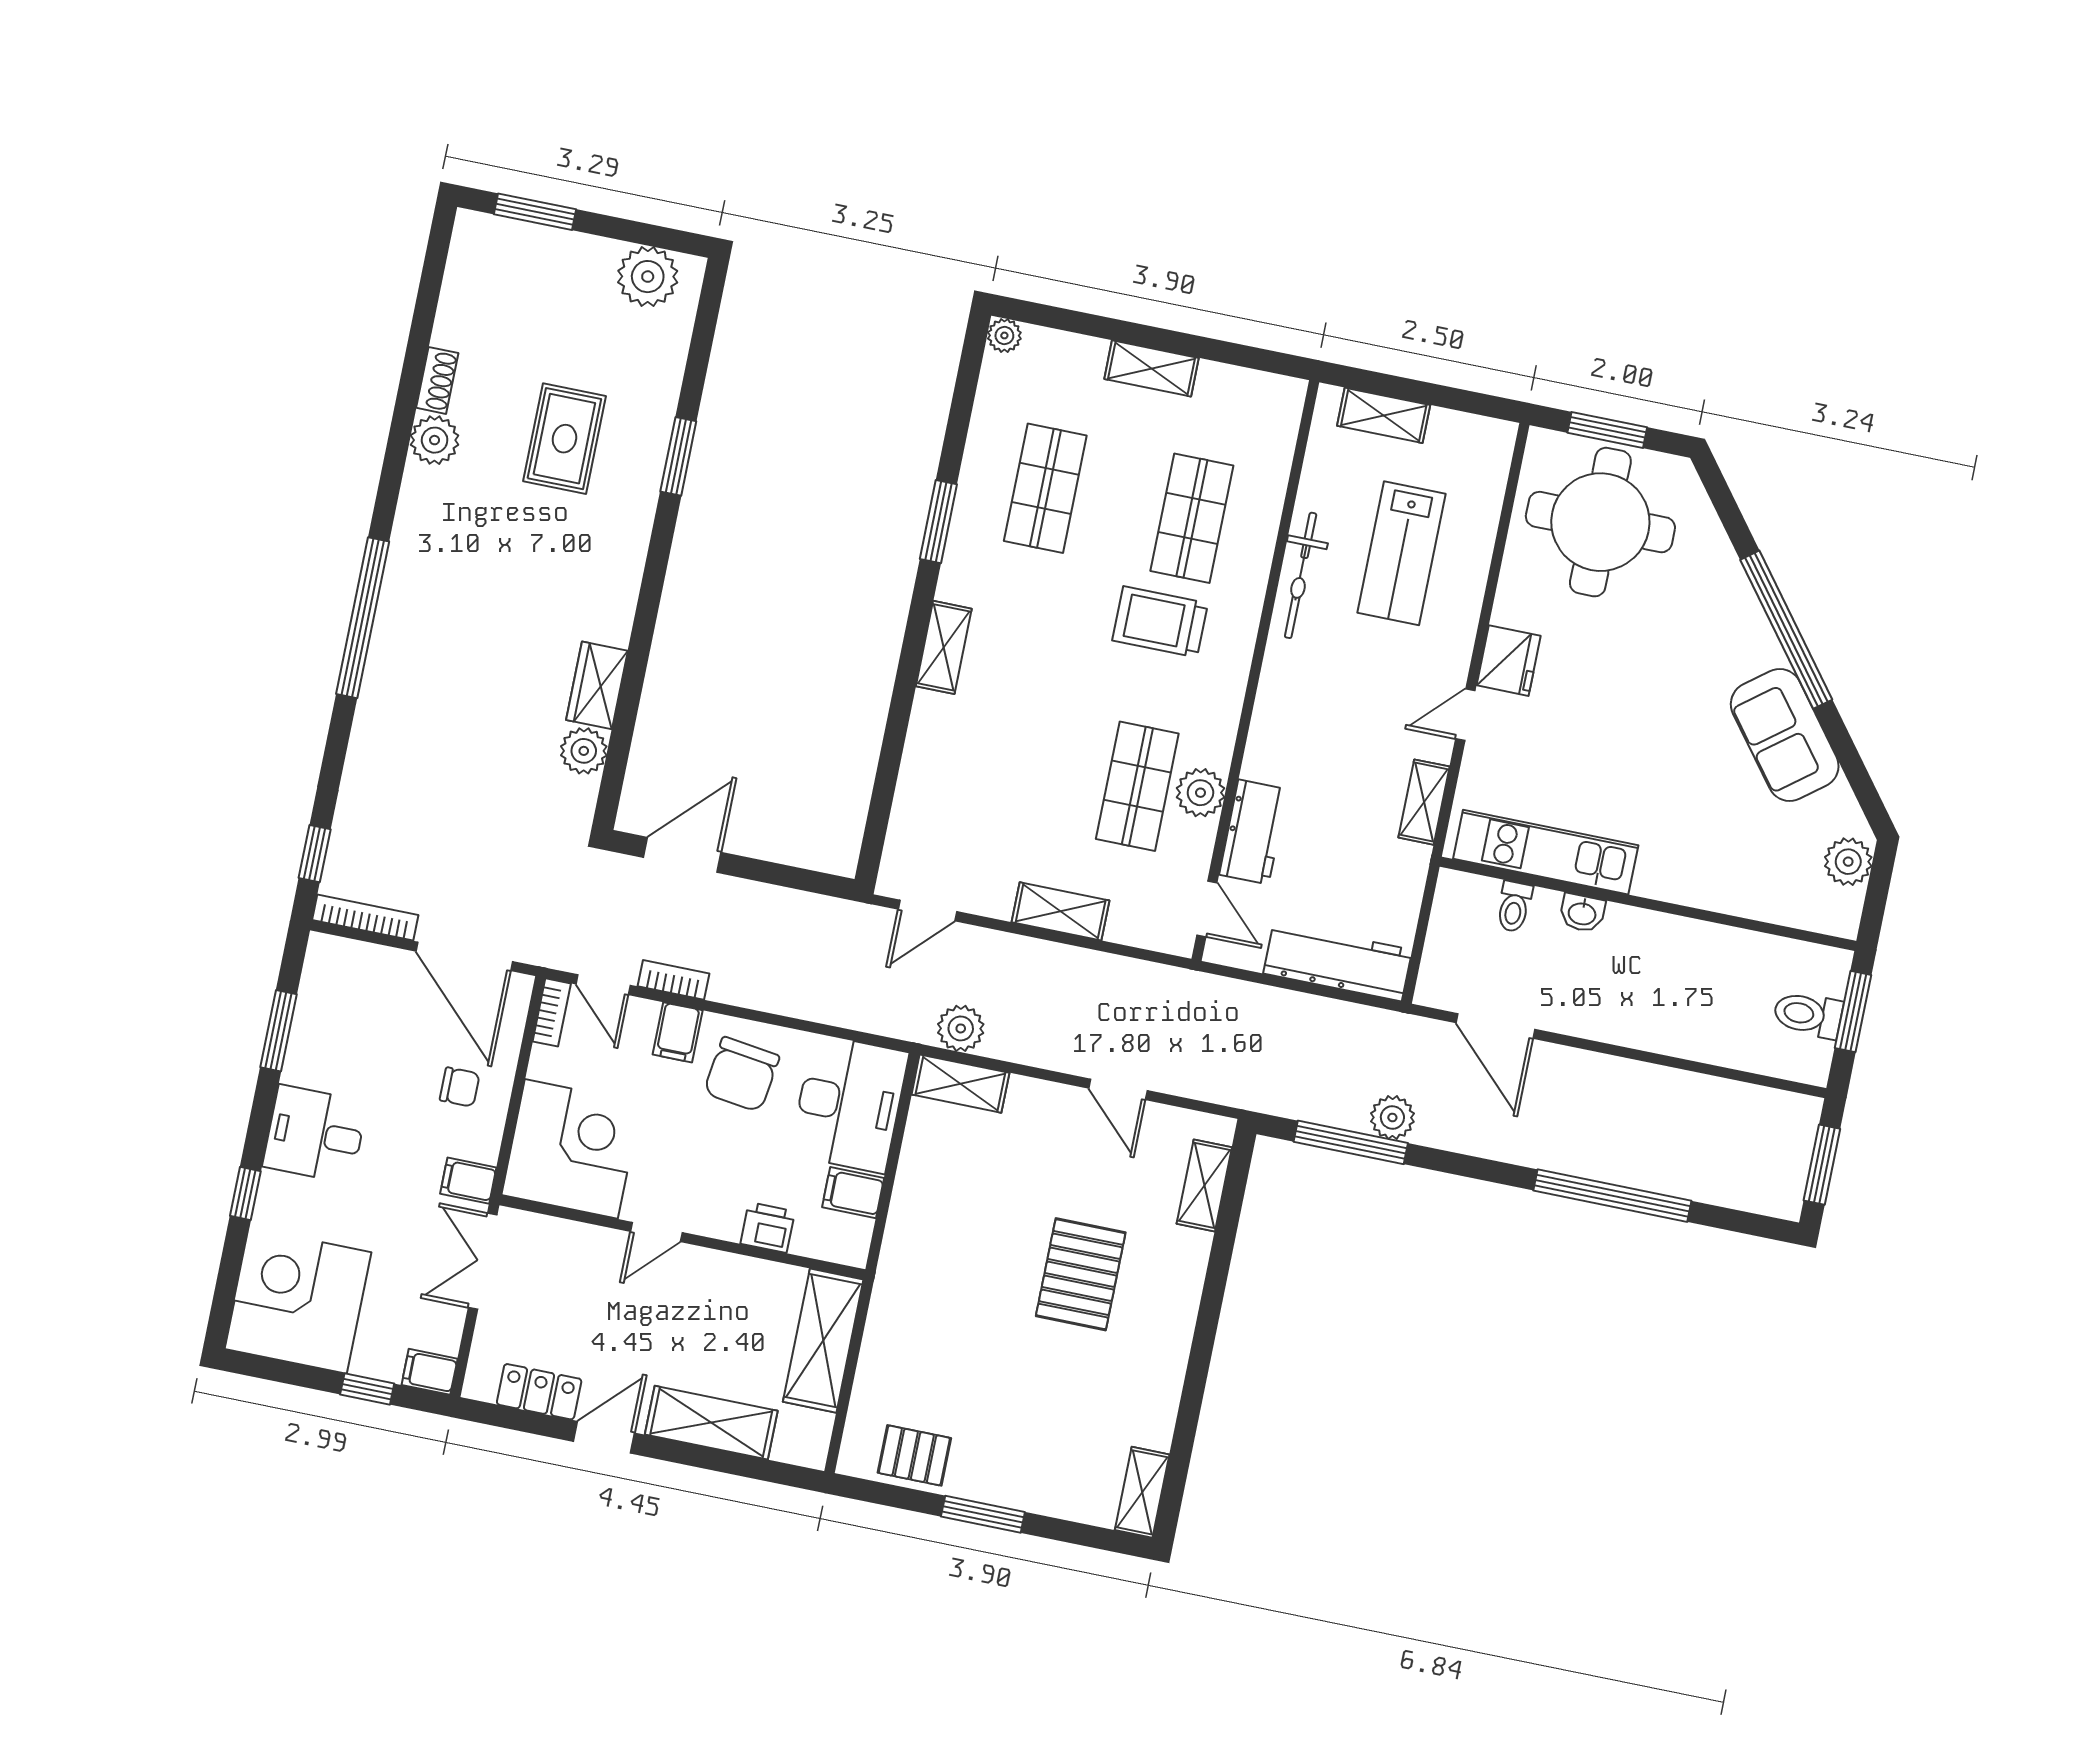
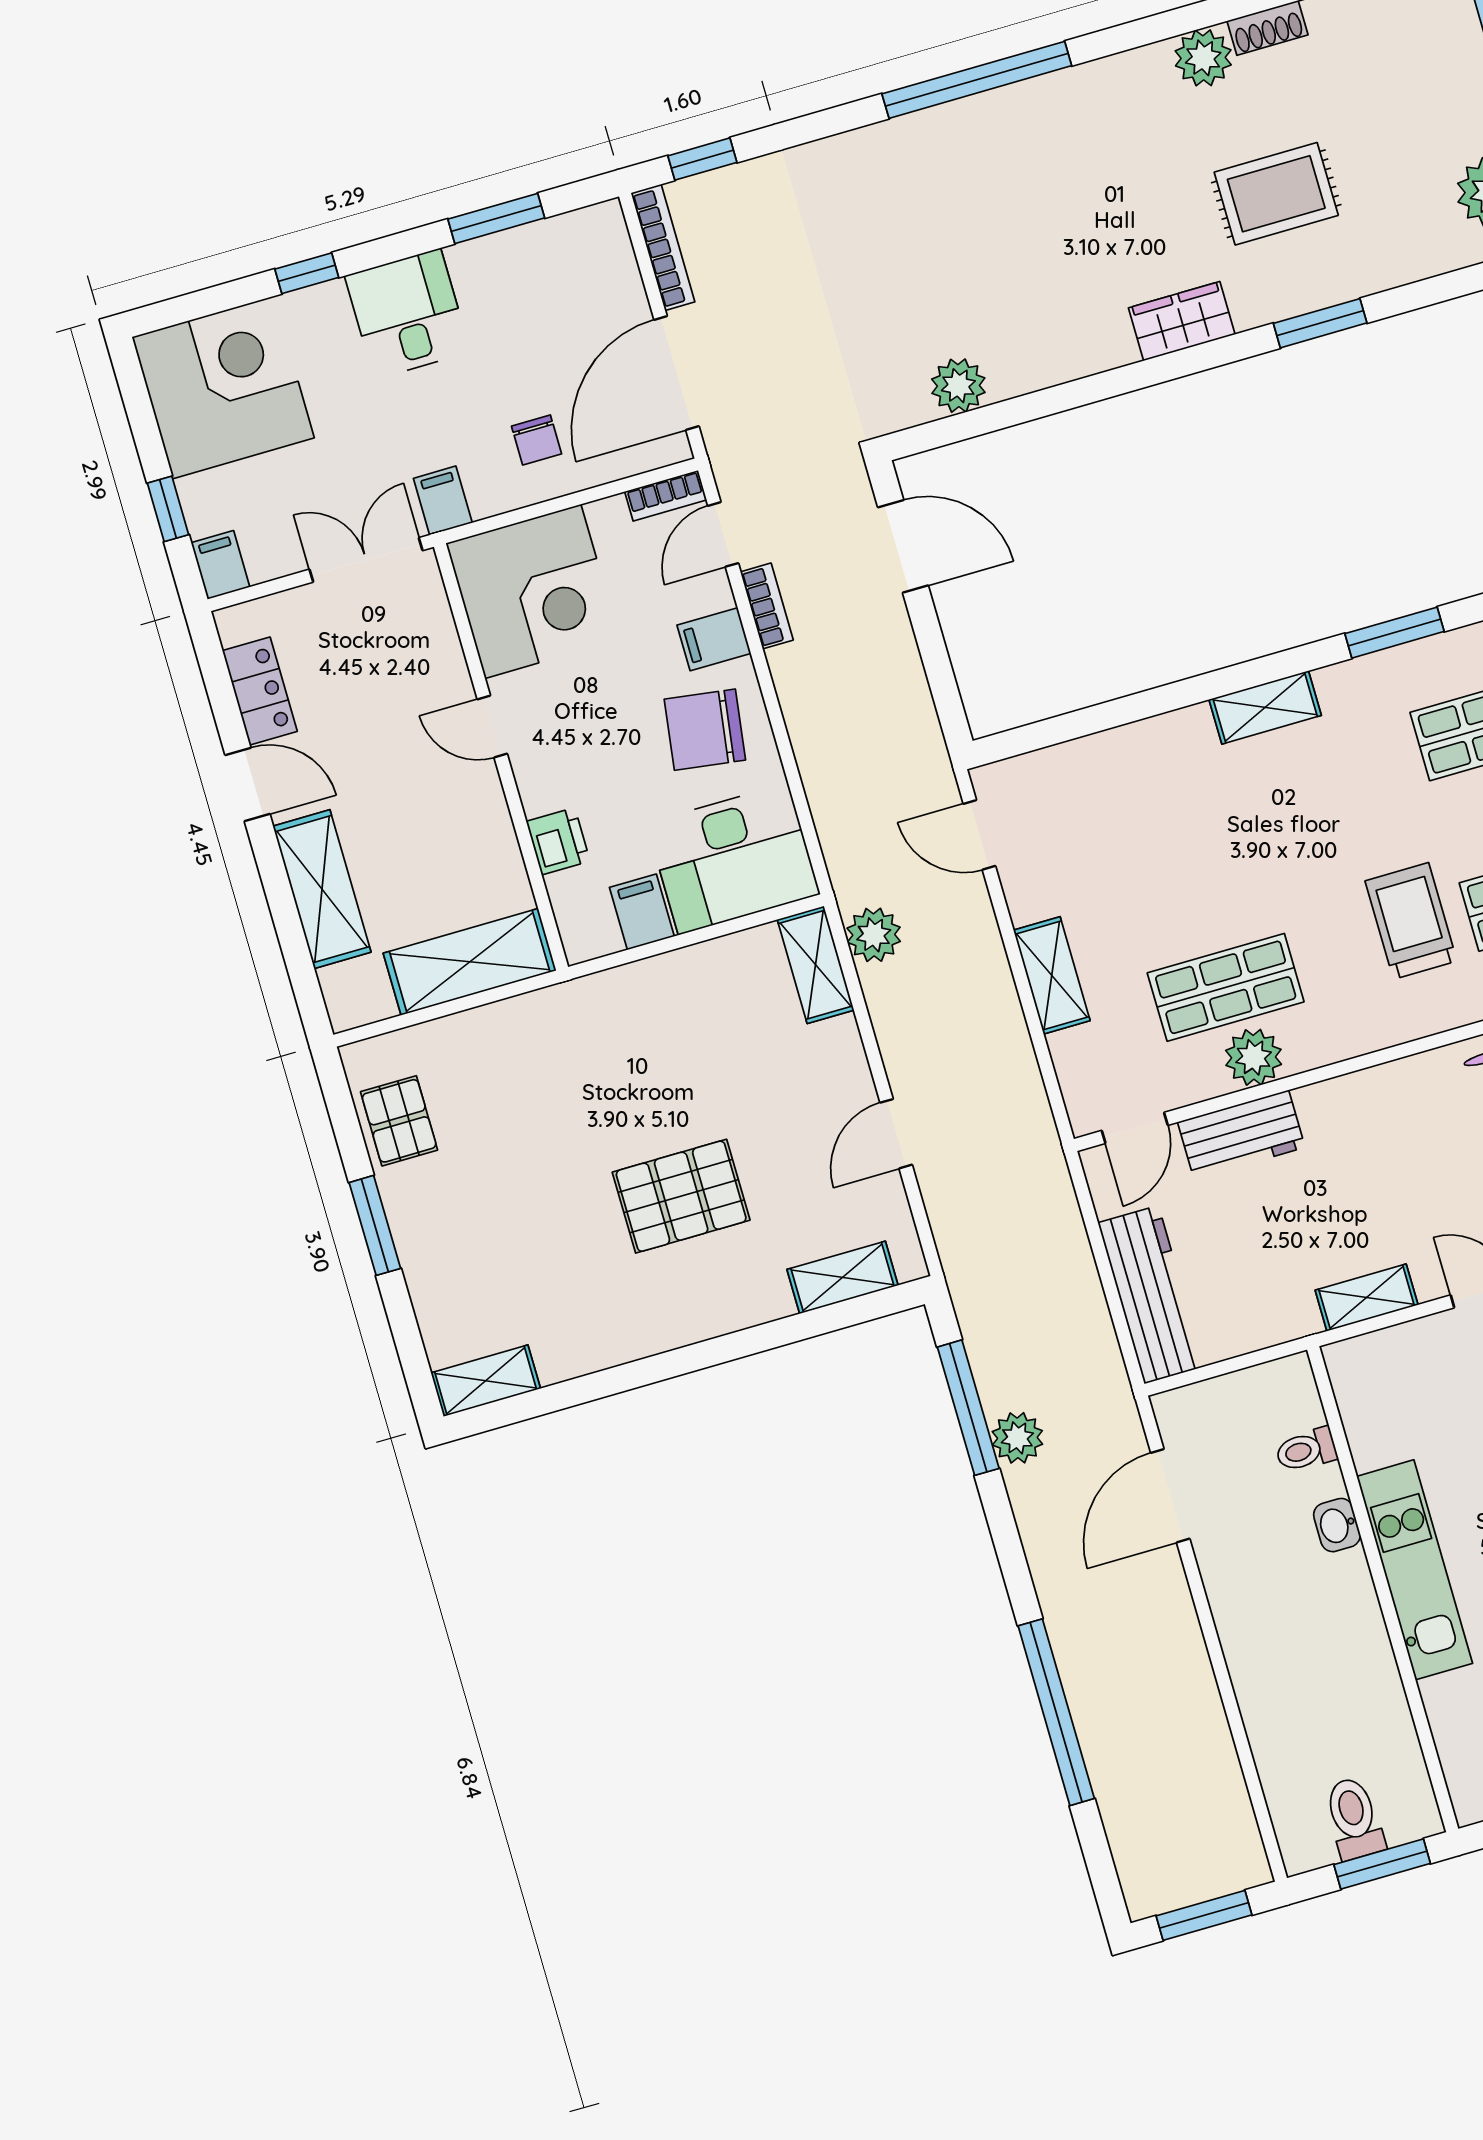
wardrobe: (597, 685) -> (1182, 321), moved
kitchen unit: (1546, 852) -> (1415, 1570), moved

